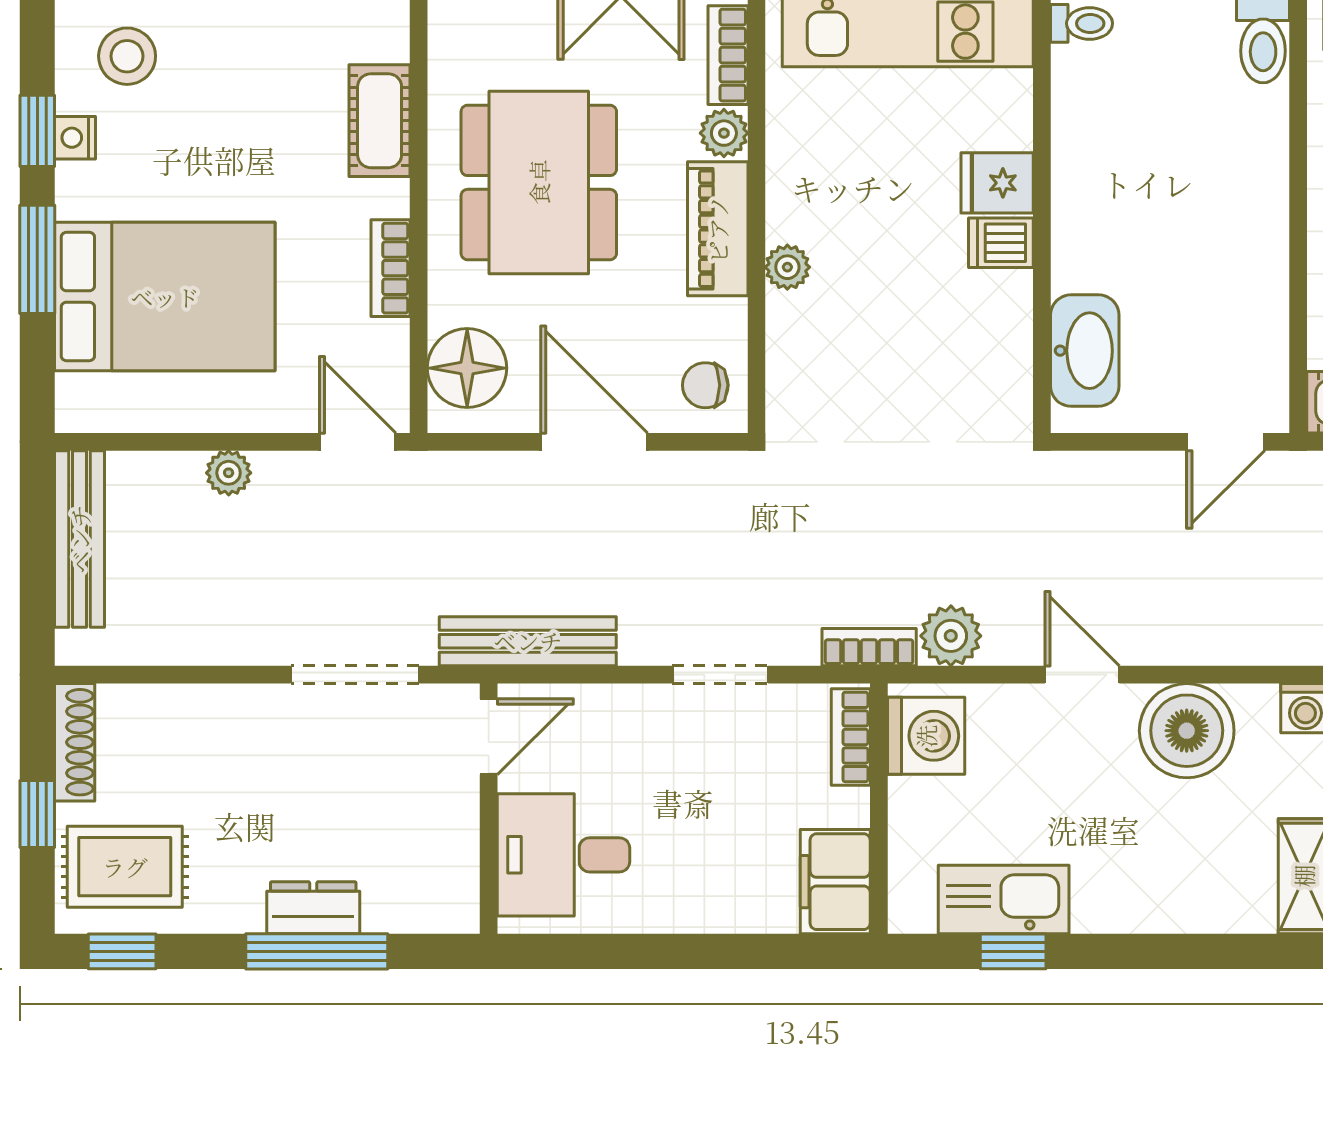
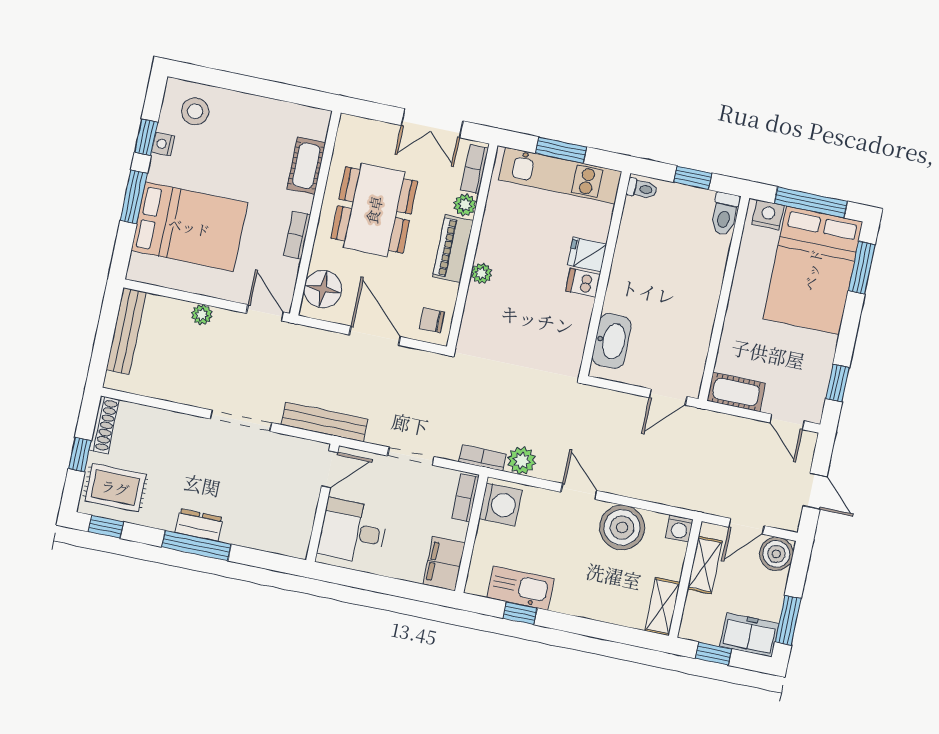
door: (489, 737) -> (330, 469), moved
wall: (489, 809) -> (323, 503), moved
desk: (563, 855) -> (353, 531), moved

